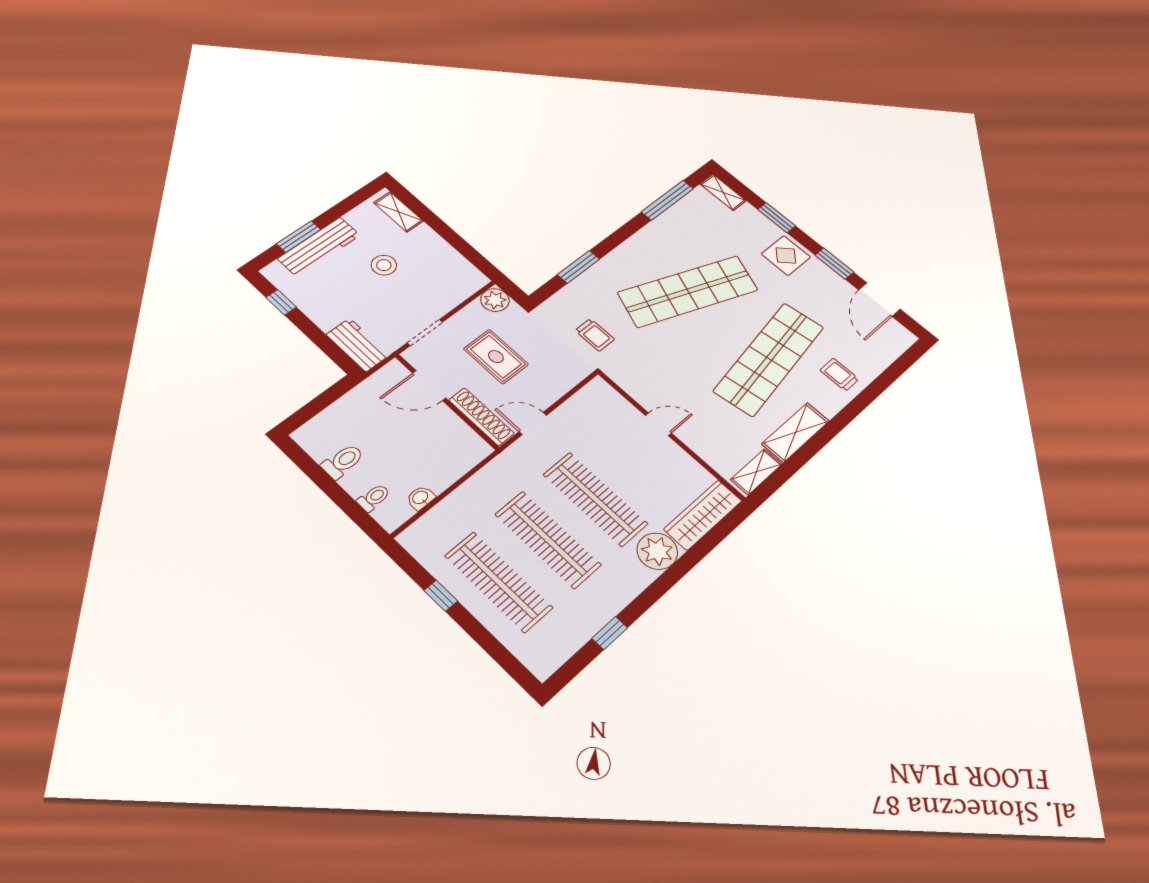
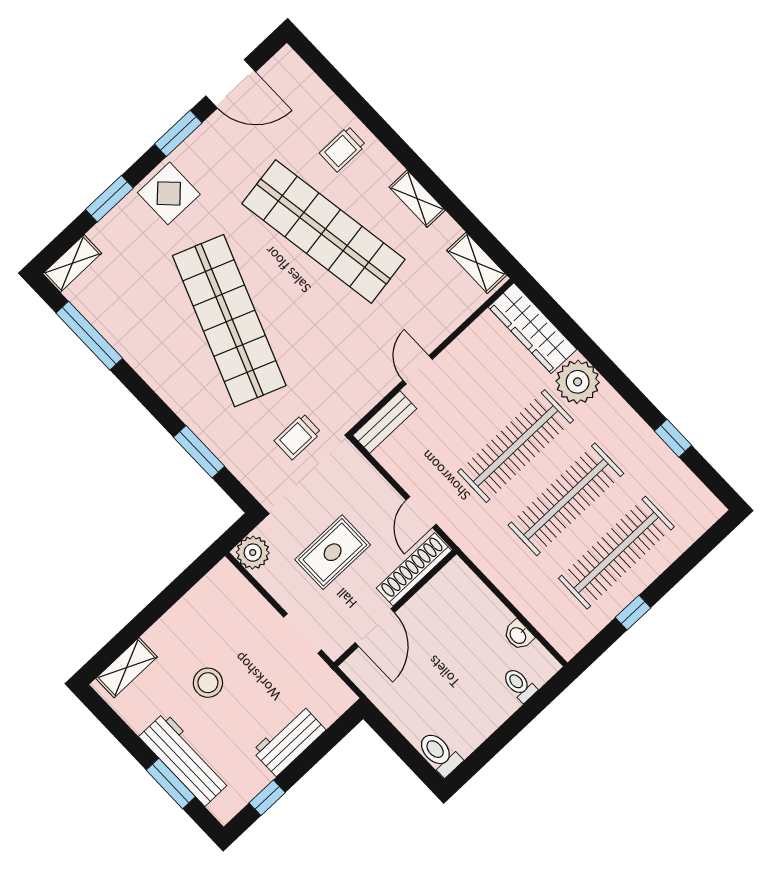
trolley: (595, 335) -> (298, 437), turned 180
workbench: (358, 345) -> (289, 741), moved
bench: (611, 398) -> (385, 422), added
shelving: (796, 432) -> (417, 199), width x0.67, depth x0.75
toilet: (343, 461) -> (439, 754), moved

